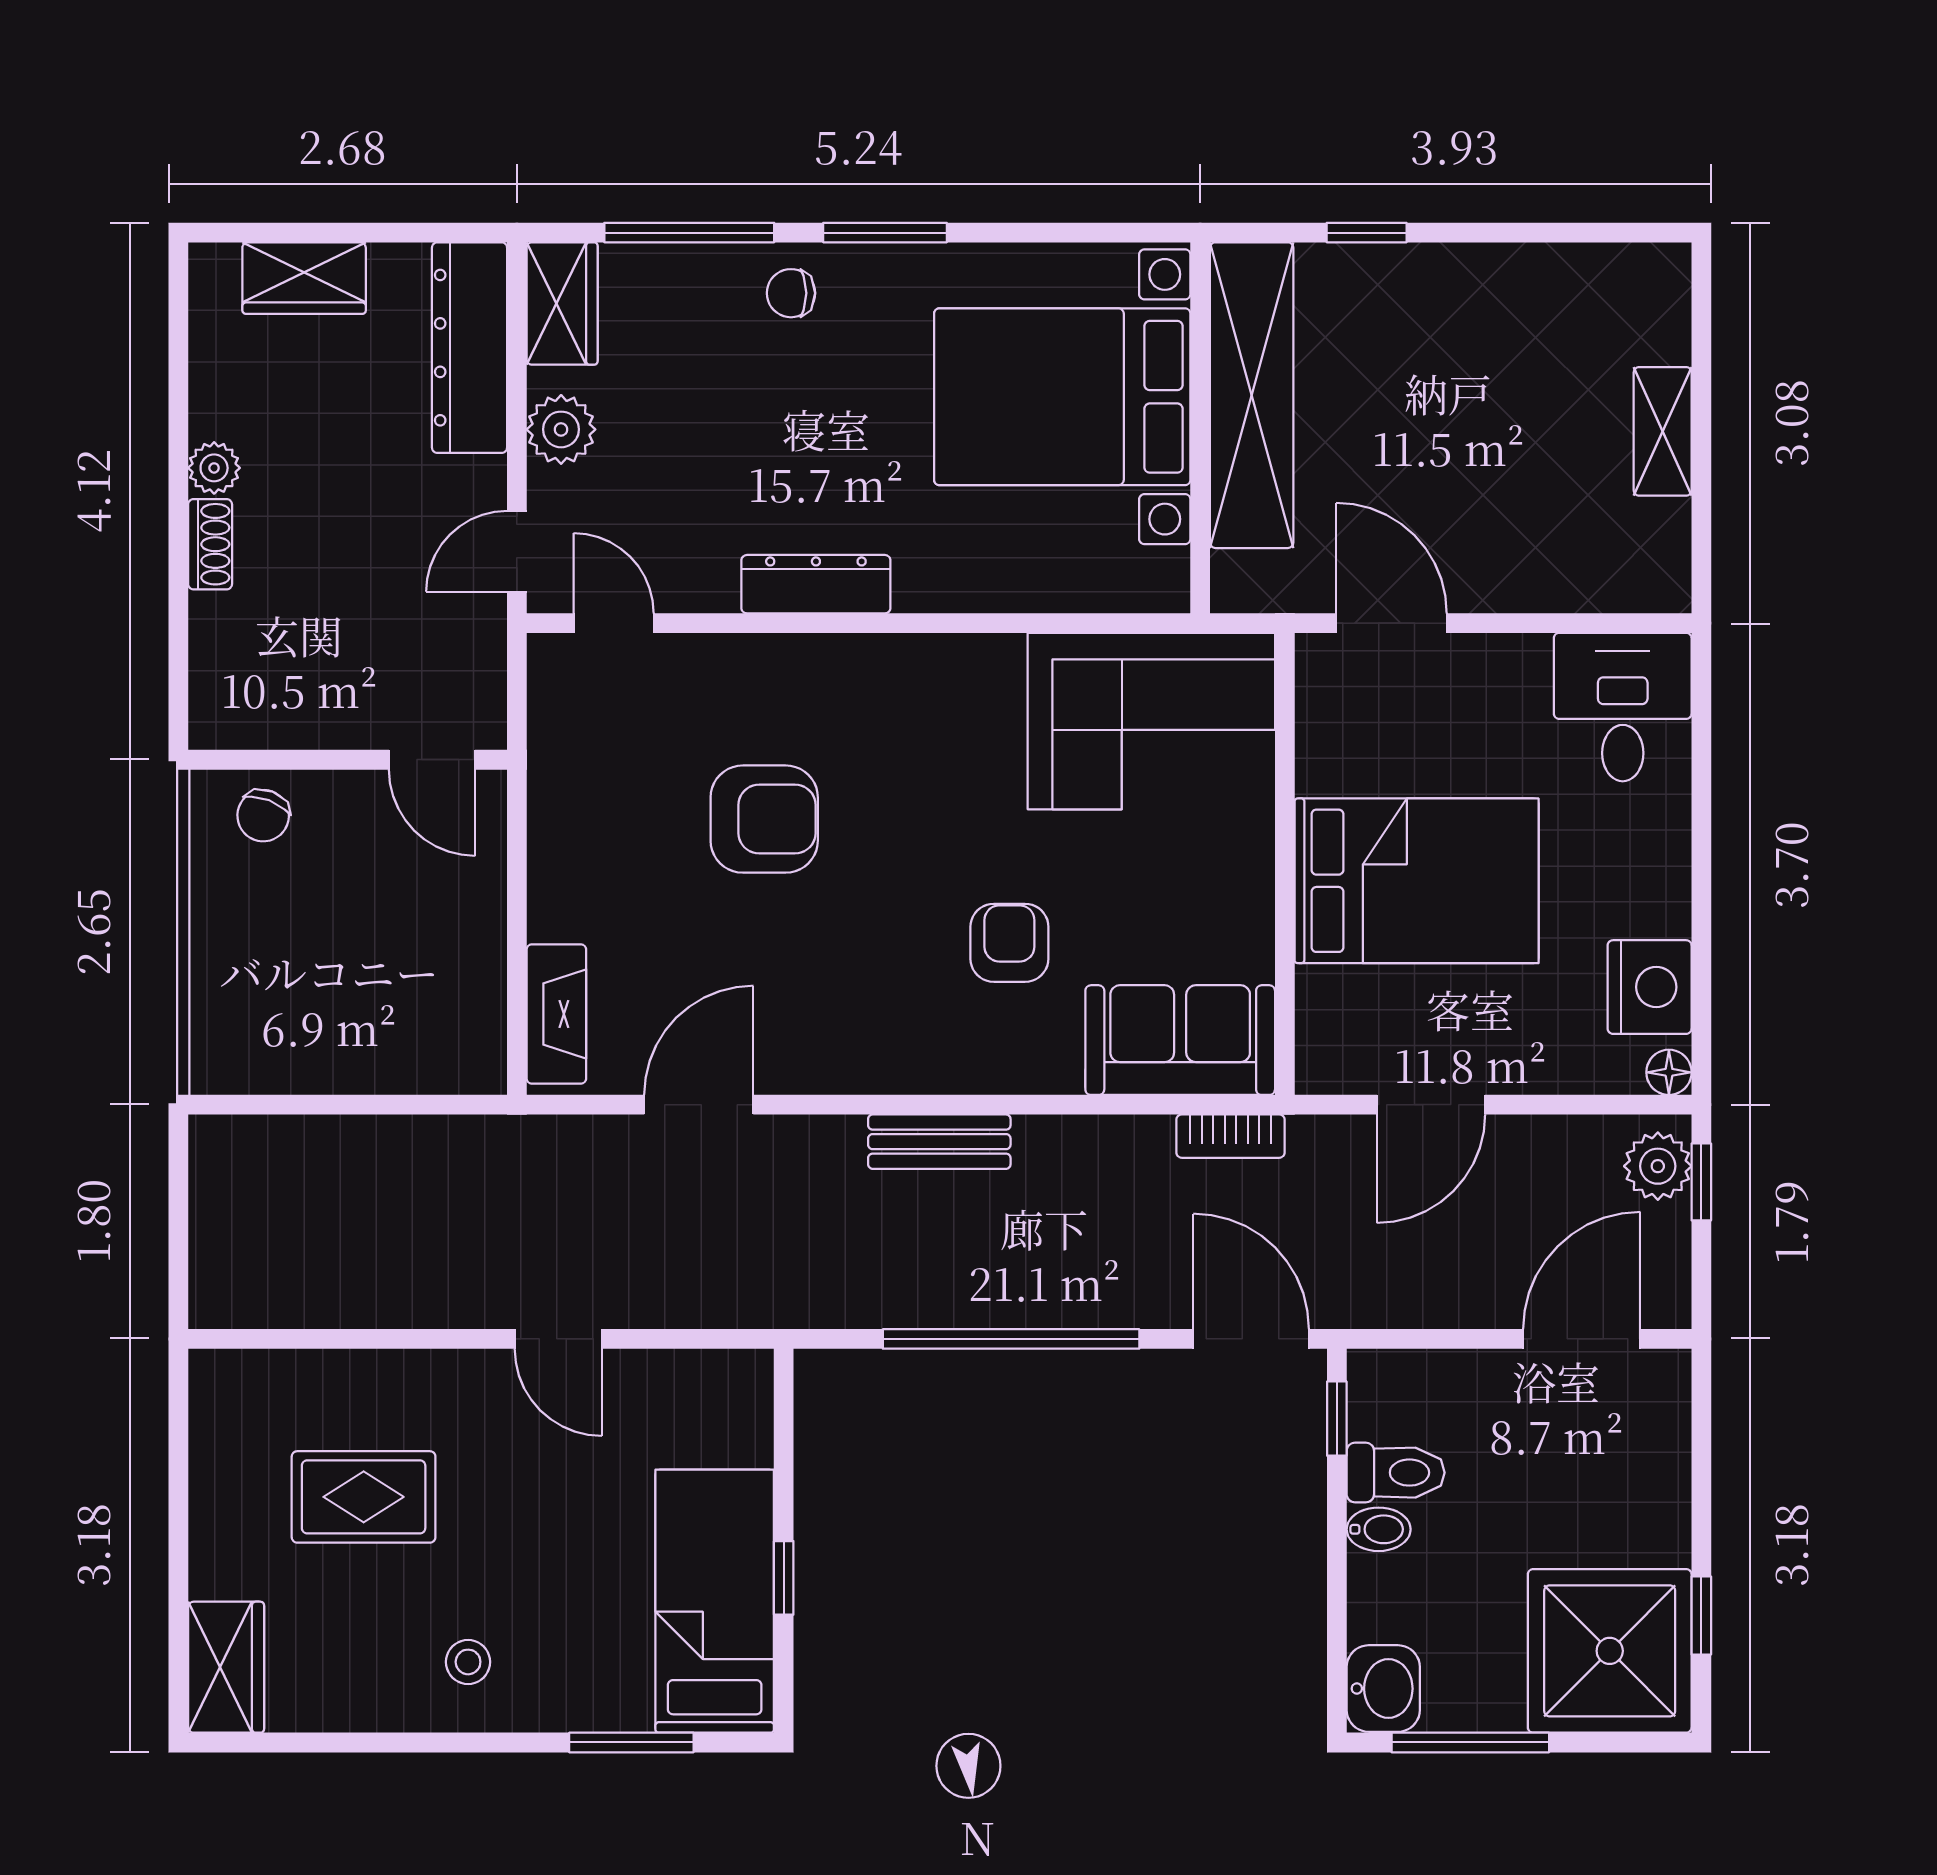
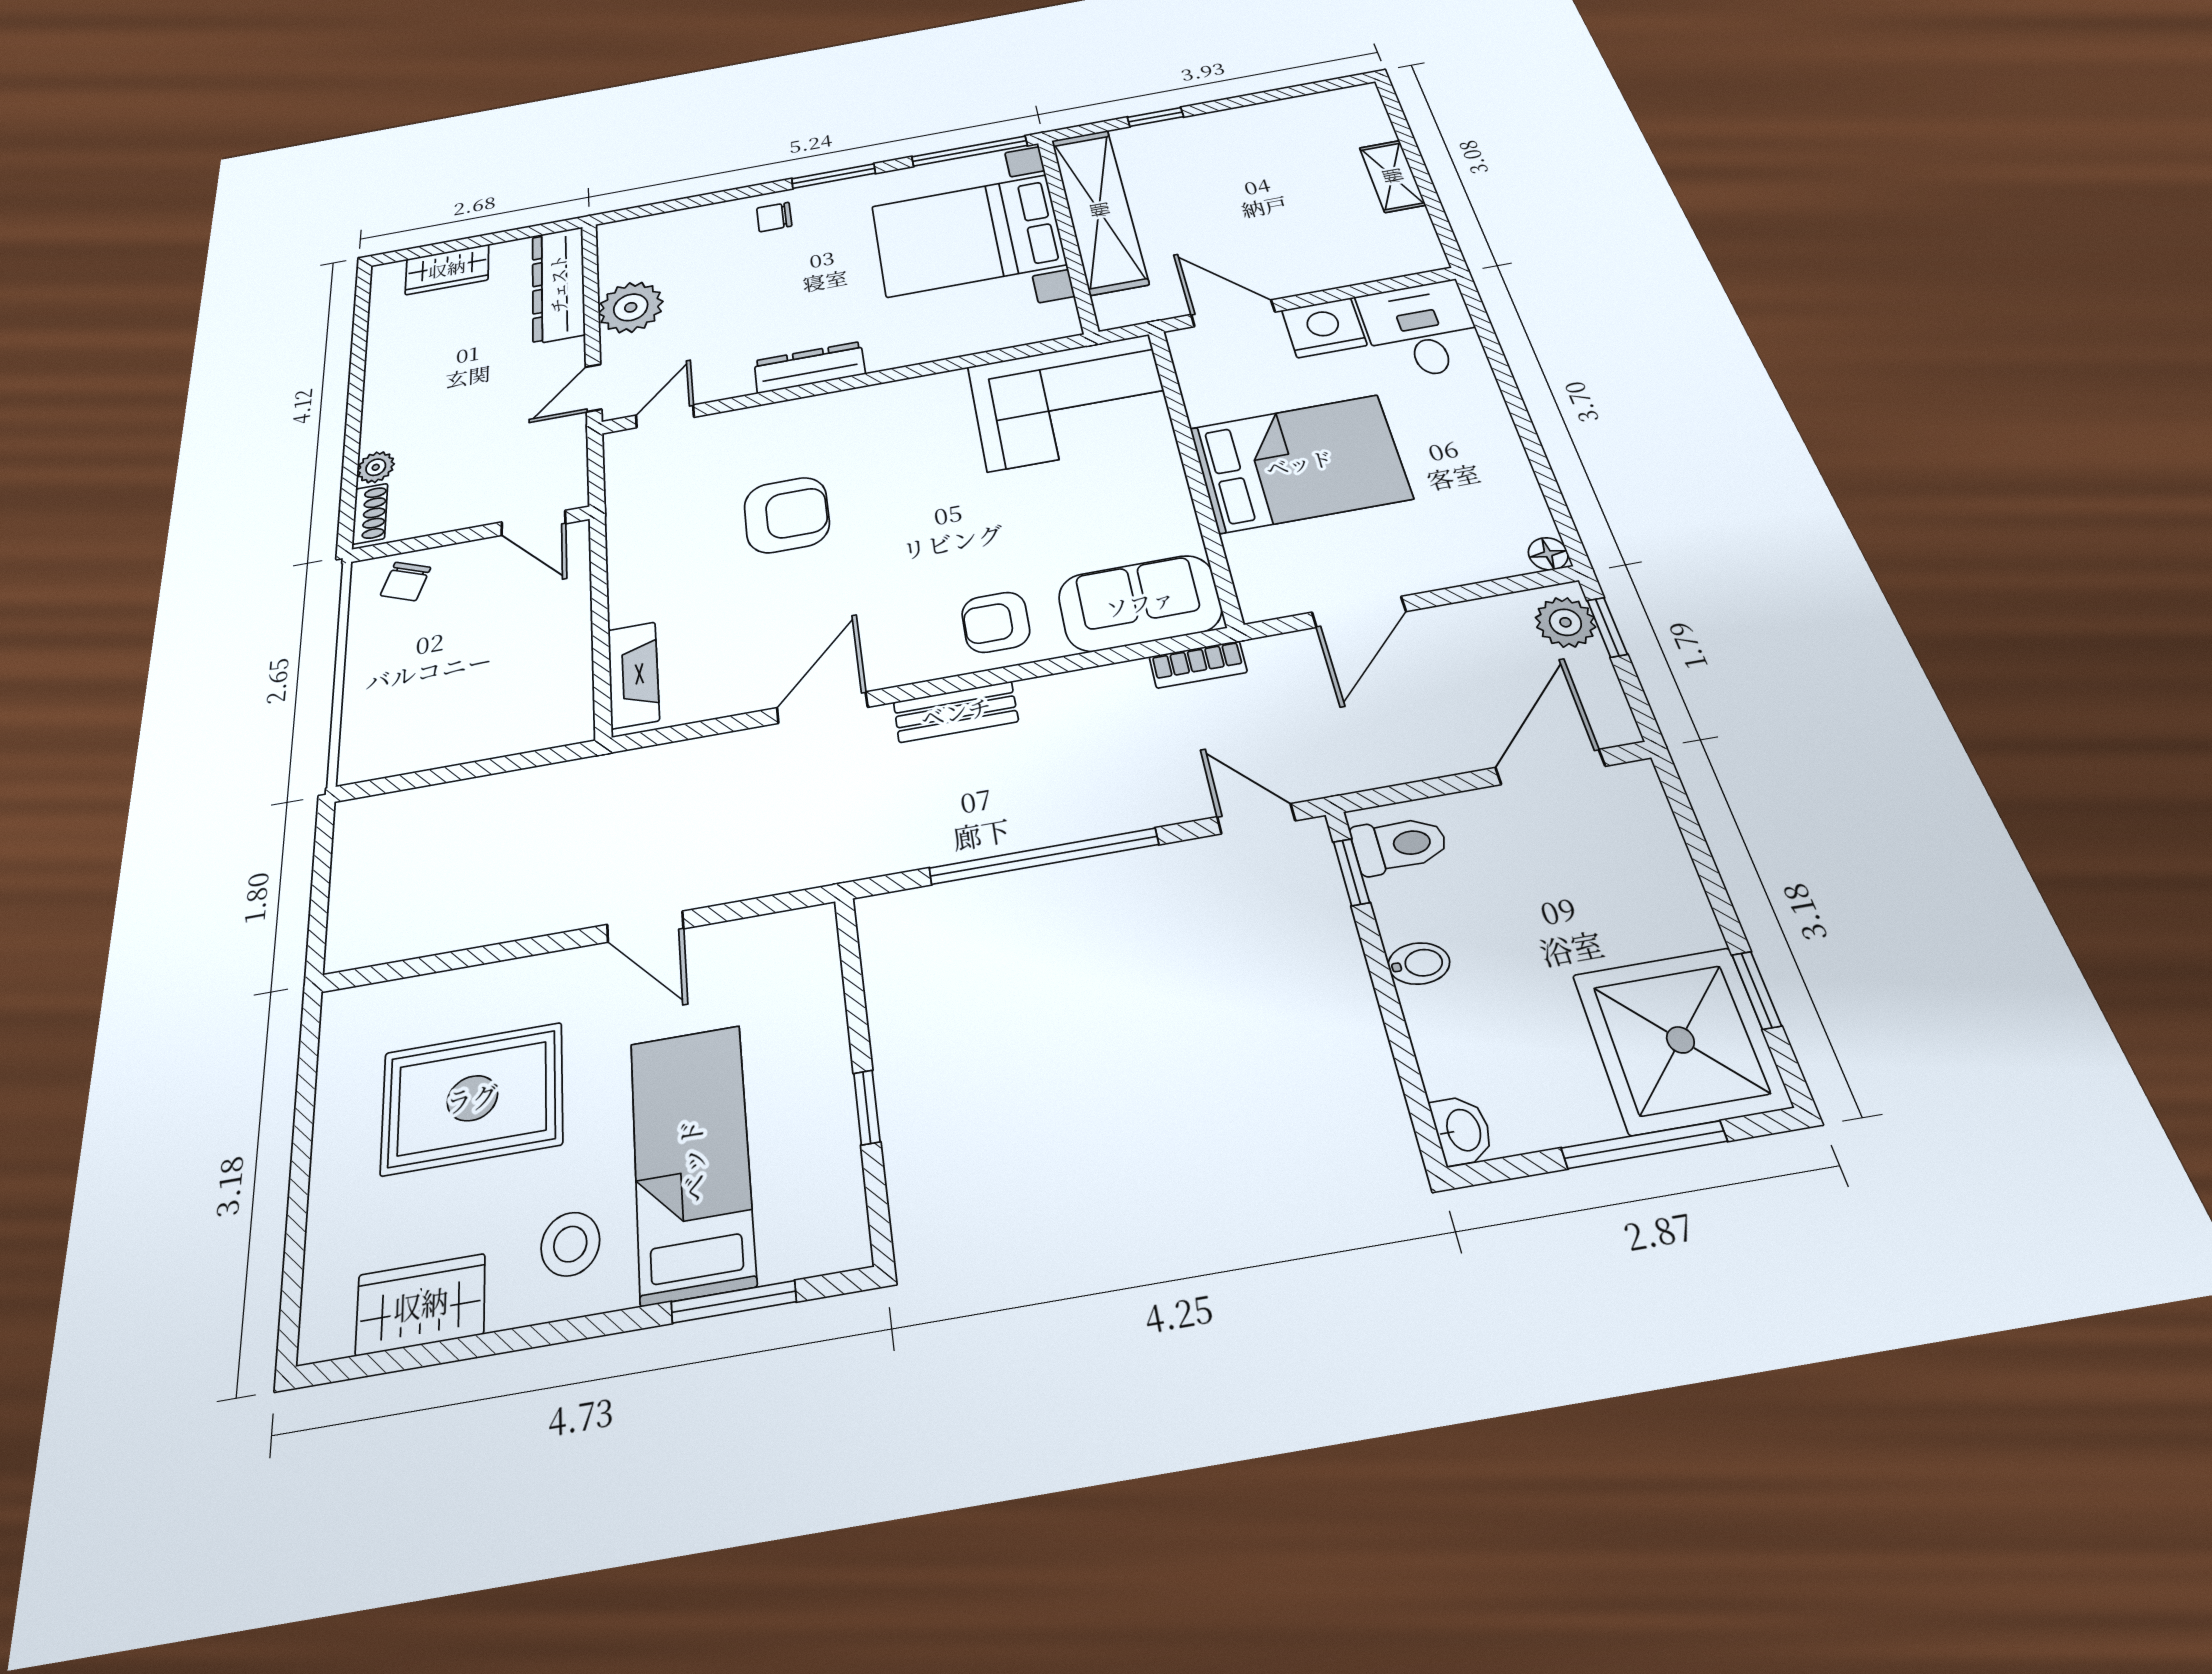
window: (689, 233) -> (969, 151), moved
wardrobe: (562, 304) -> (620, 250), removed
plant: (561, 429) -> (631, 307), width x1.36, depth x1.36
plant: (214, 468) -> (376, 467), moved
shoe rack: (210, 544) -> (370, 514), moved
door: (614, 623) -> (665, 416), hinge flipped
armchair: (1009, 943) -> (996, 622), moved, turned -90
nightstand: (1650, 987) -> (1324, 328), moved, turned -90
door: (699, 1105) -> (822, 708), moved
door: (1251, 1339) -> (1256, 819), width x0.73
toilet: (1396, 1473) -> (1399, 845), moved
rug: (364, 1497) -> (472, 1098), width x1.36, depth x1.43
bed: (715, 1601) -> (692, 1161), moved
stool: (468, 1662) -> (570, 1244), width x1.37, depth x1.37
wardrobe: (226, 1667) -> (421, 1304), moved, turned -90
washbasin: (1383, 1689) -> (1462, 1130), width x0.72, depth x0.69
window: (1470, 1742) -> (1644, 1145), moved

